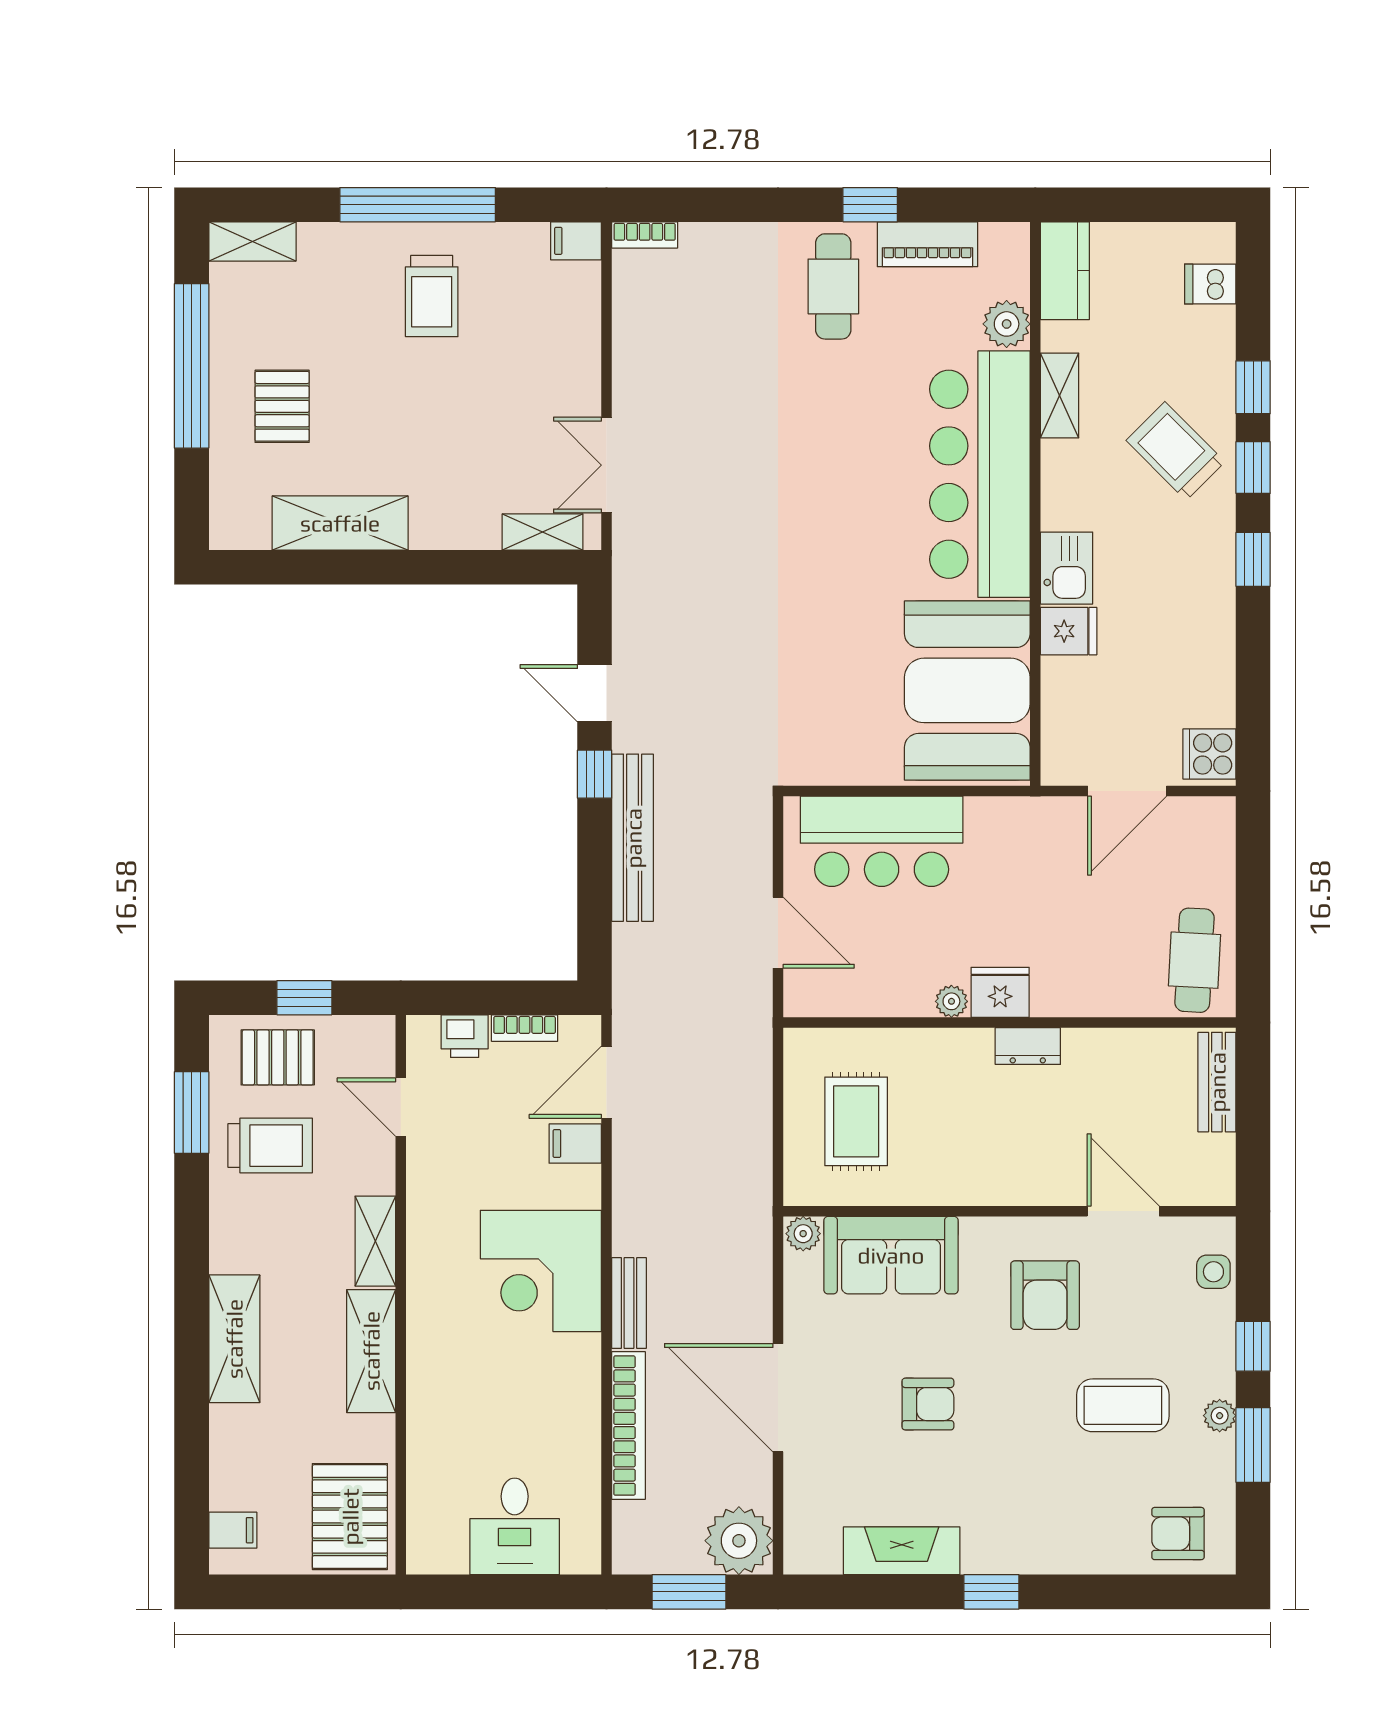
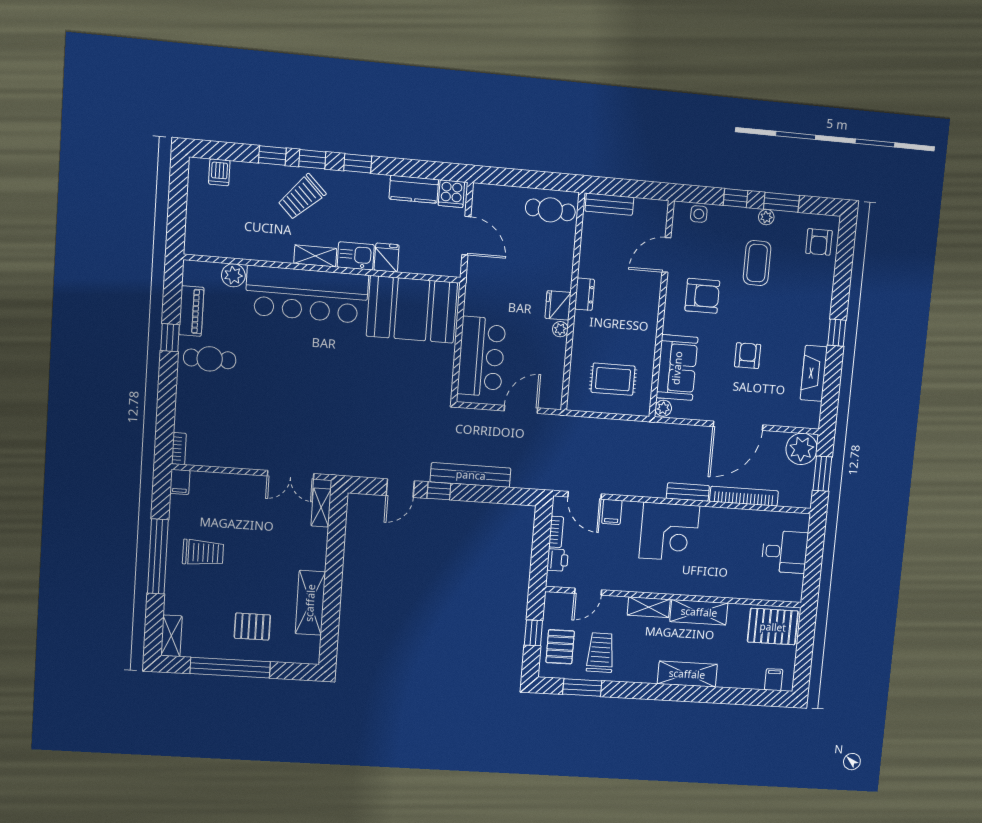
kitchen counter: (1065, 271) -> (414, 189), moved, turned 180
shelving: (1060, 395) -> (315, 256), moved

